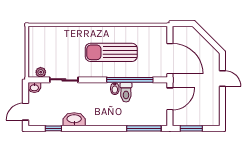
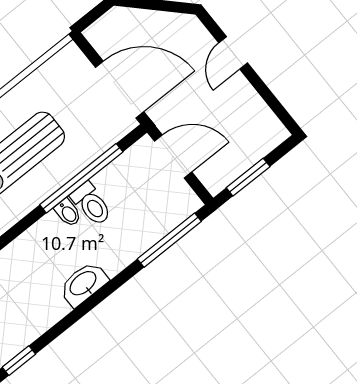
door: (222, 78) -> (233, 53), swing flipped
door: (170, 99) -> (173, 157), hinge flipped
washbasin: (74, 119) -> (83, 284), moved

